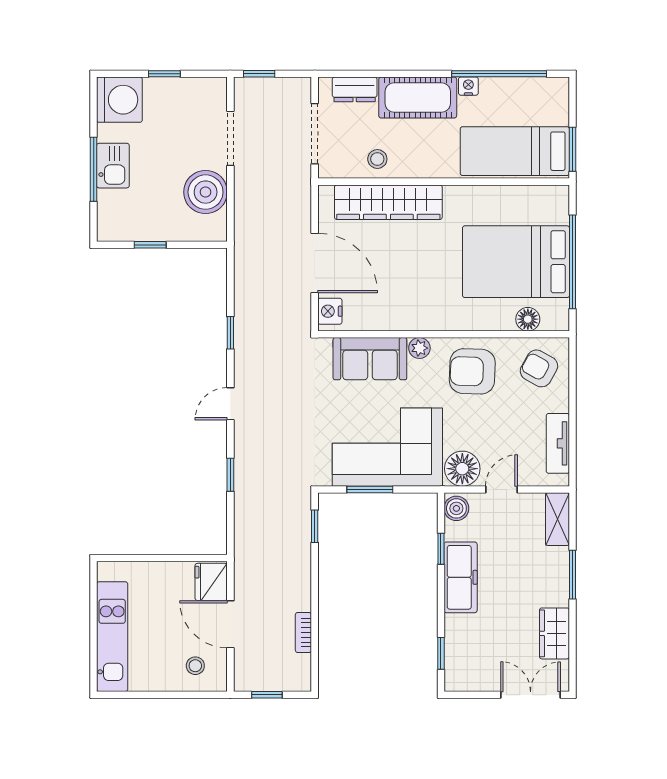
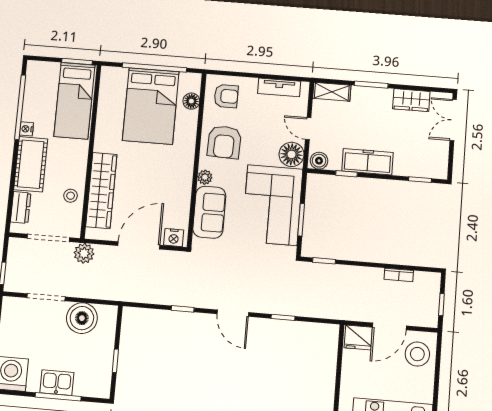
plant: (297, 186) -> (84, 253), added
armchair: (539, 368) -> (226, 96), turned -119
door: (230, 404) -> (233, 313), width x1.38
stool: (195, 666) -> (417, 354), width x1.89, depth x1.89

